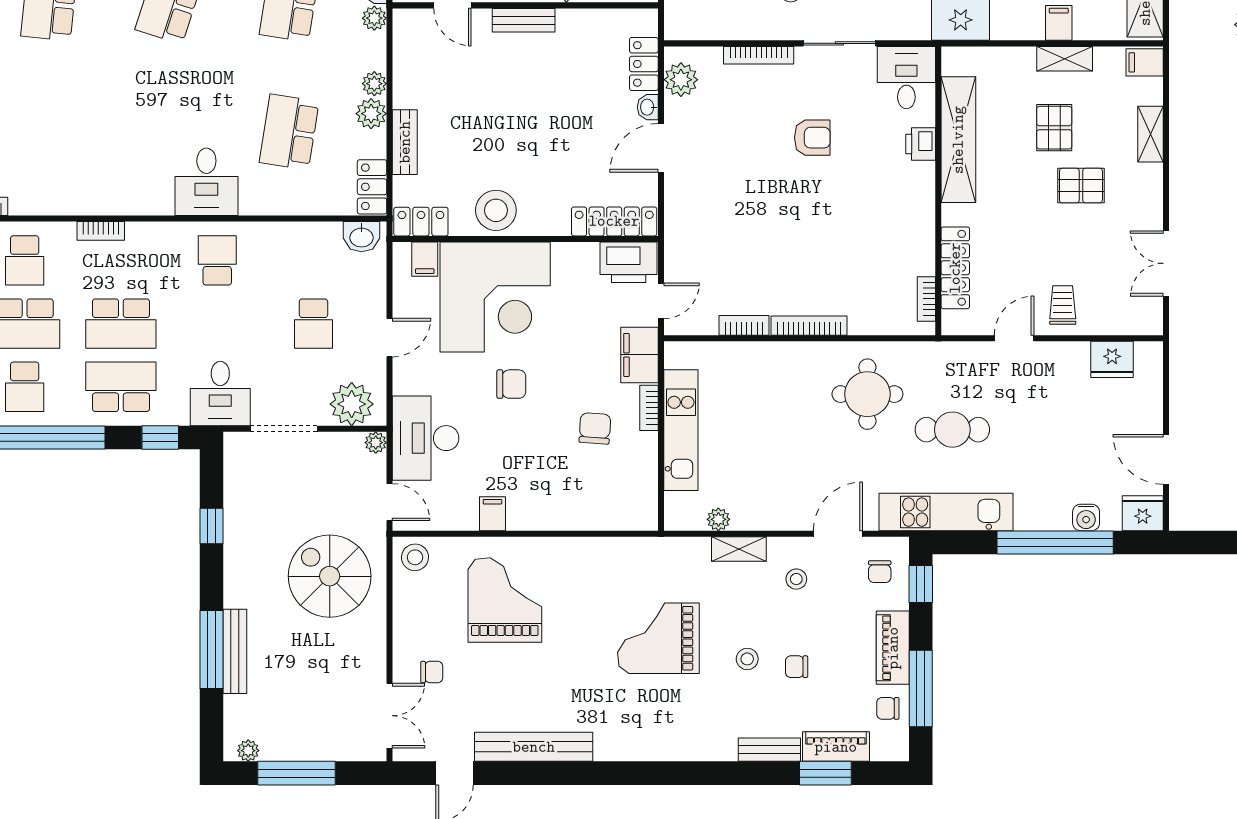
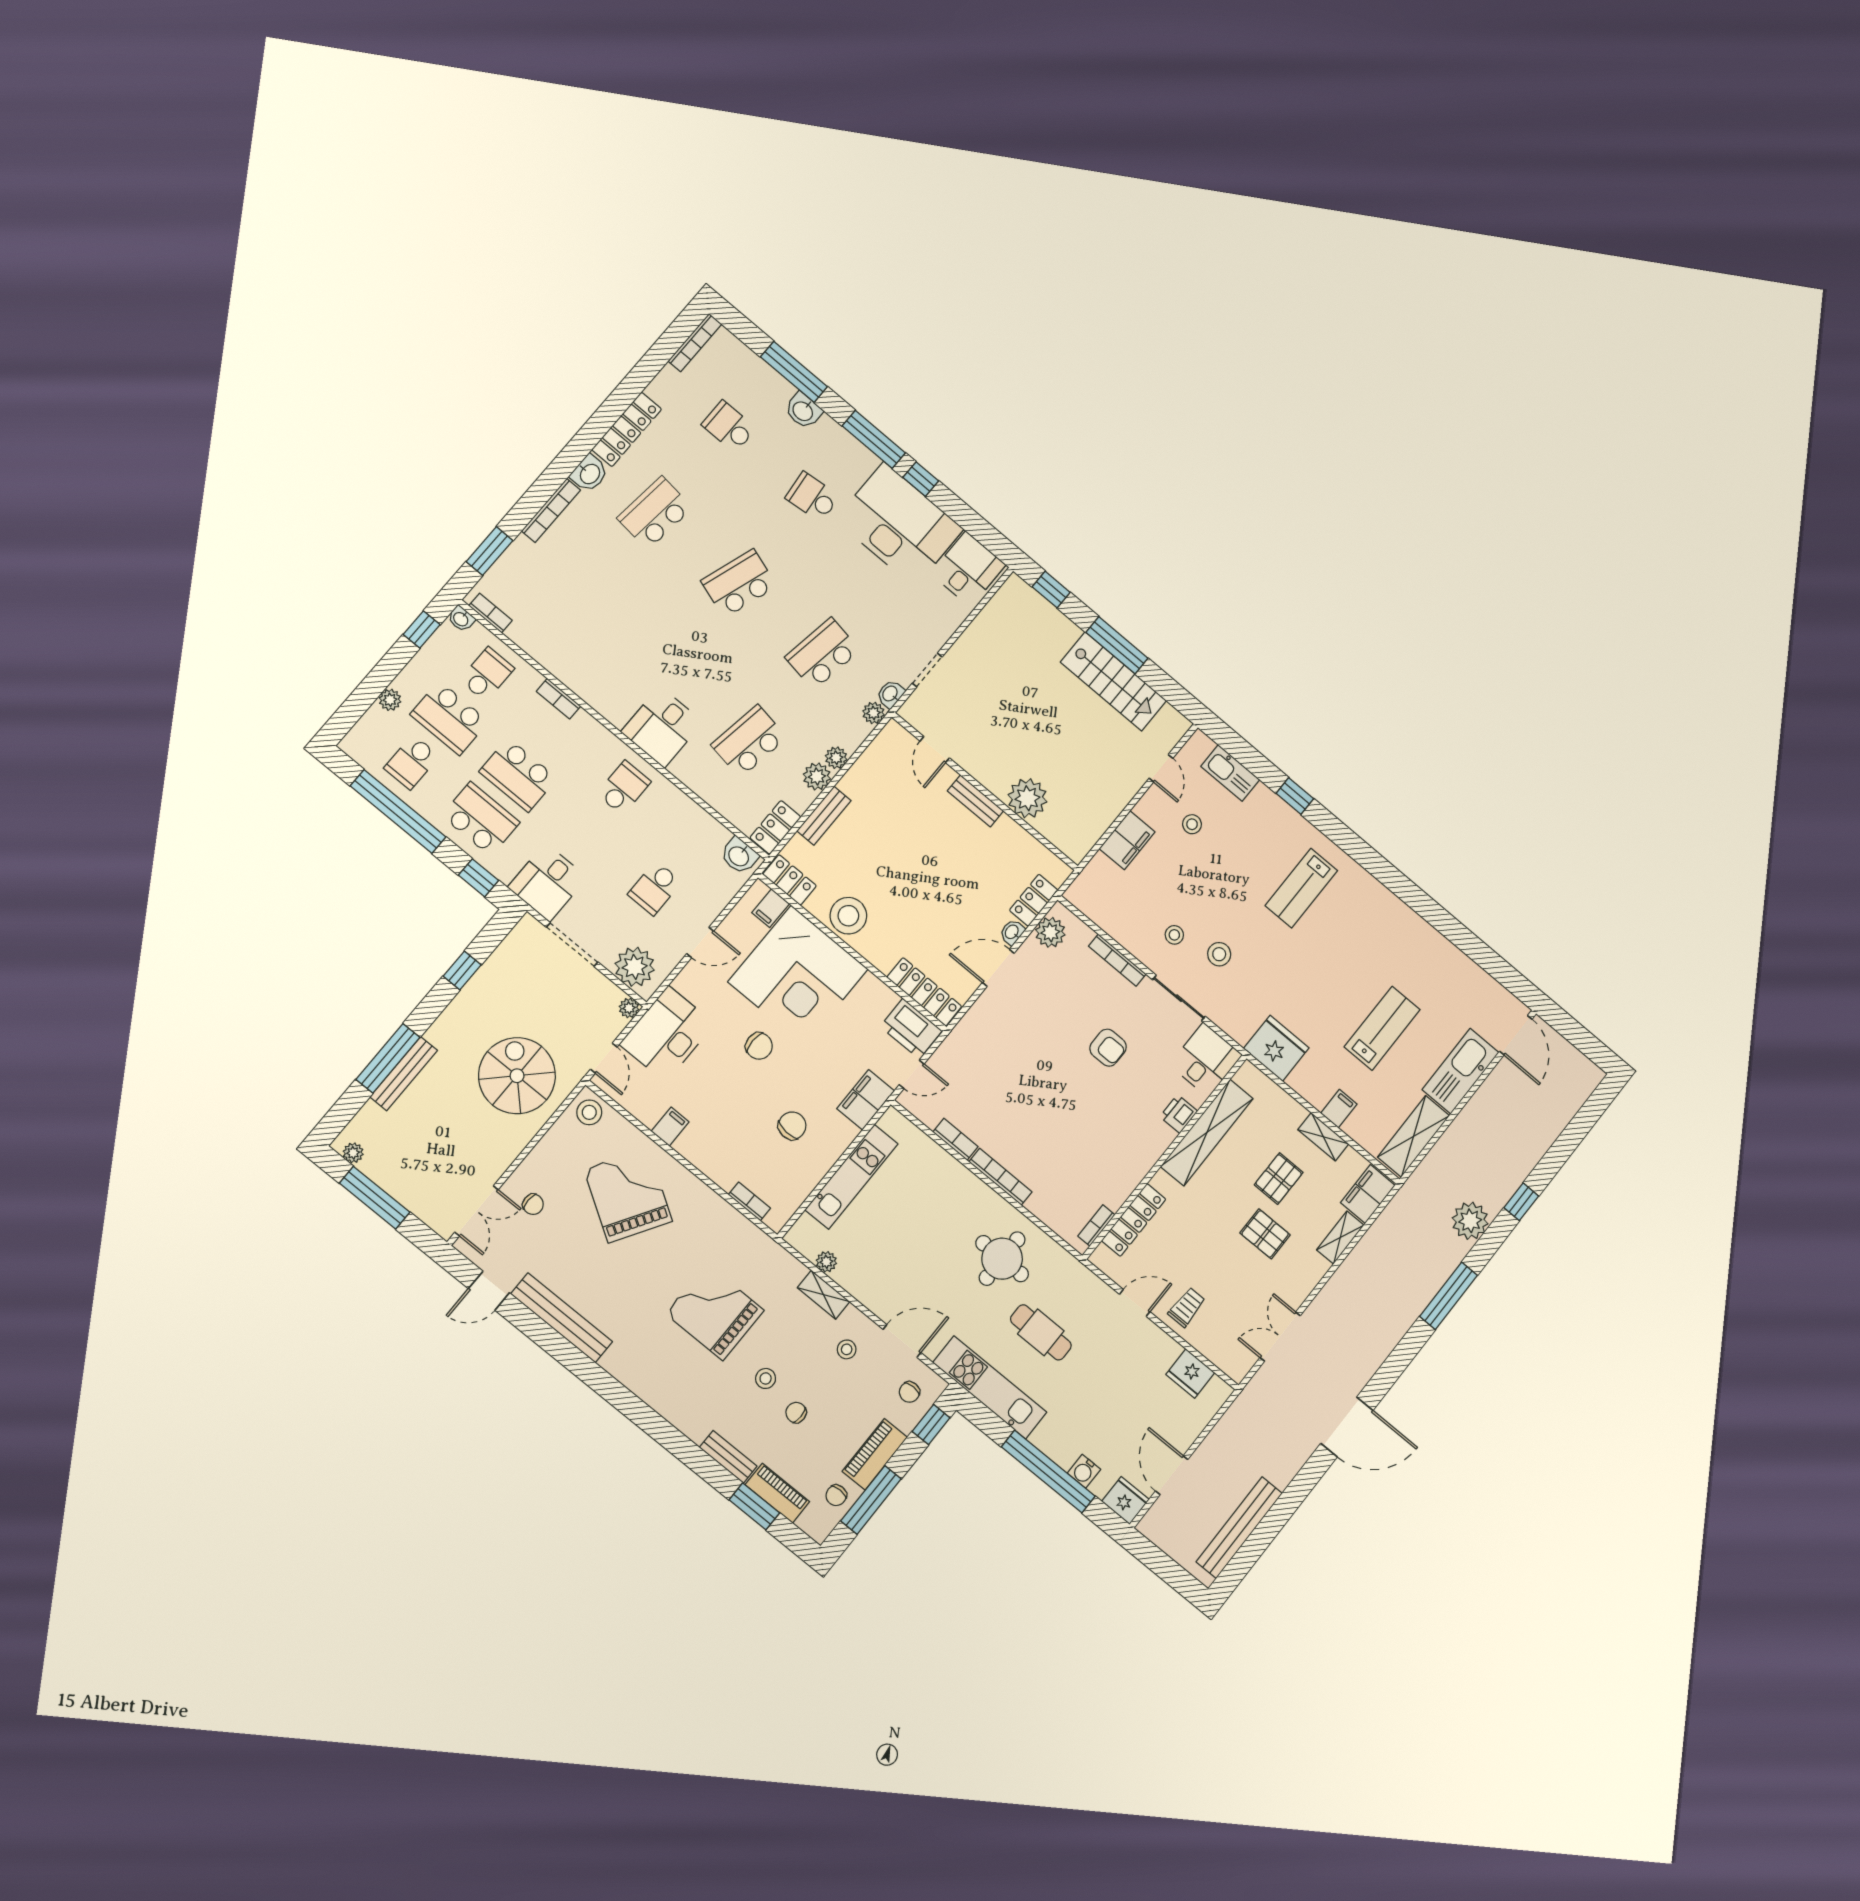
filing cabinet: (1145, 62) -> (1368, 1194), width x2.00
school desk: (25, 260) -> (487, 674), turned 180
bookcase: (649, 408) -> (749, 1201), moved, turned 90
grand piano: (505, 600) -> (628, 1195), turned -58
chair: (888, 708) -> (836, 1495), turned -90

